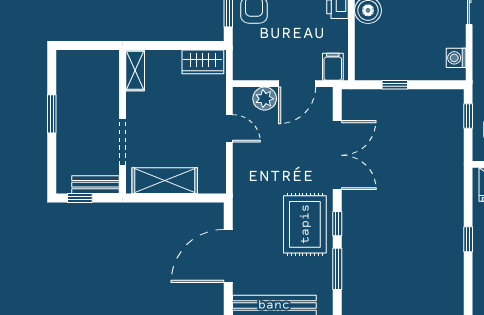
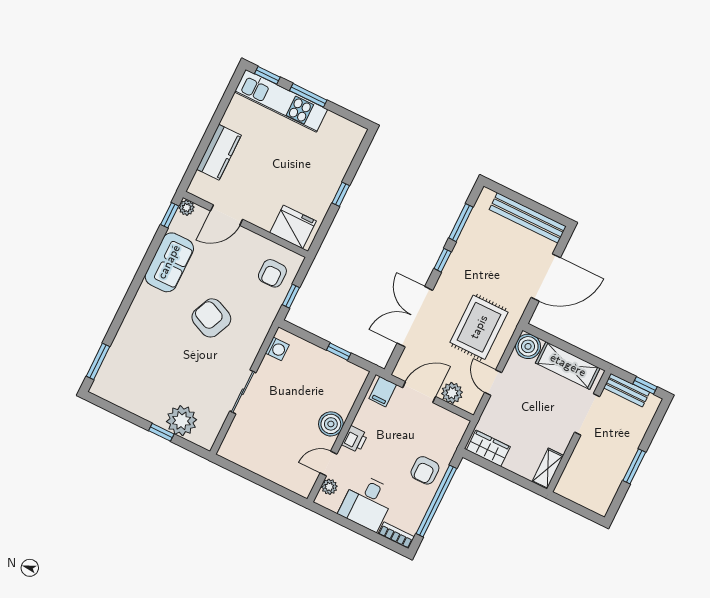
boiler: (213, 180) -> (528, 346), added
rug: (305, 224) -> (479, 327), moved

